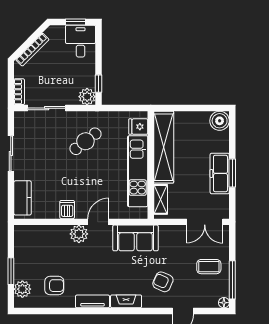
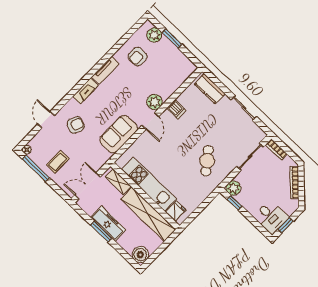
fridge: (138, 127) -> (176, 211), moved
shelving: (164, 147) -> (148, 214), moved
wall: (151, 165) -> (145, 196), moved
kitchen unit: (138, 171) -> (149, 184), moved
shelving: (161, 199) -> (118, 182), moved

